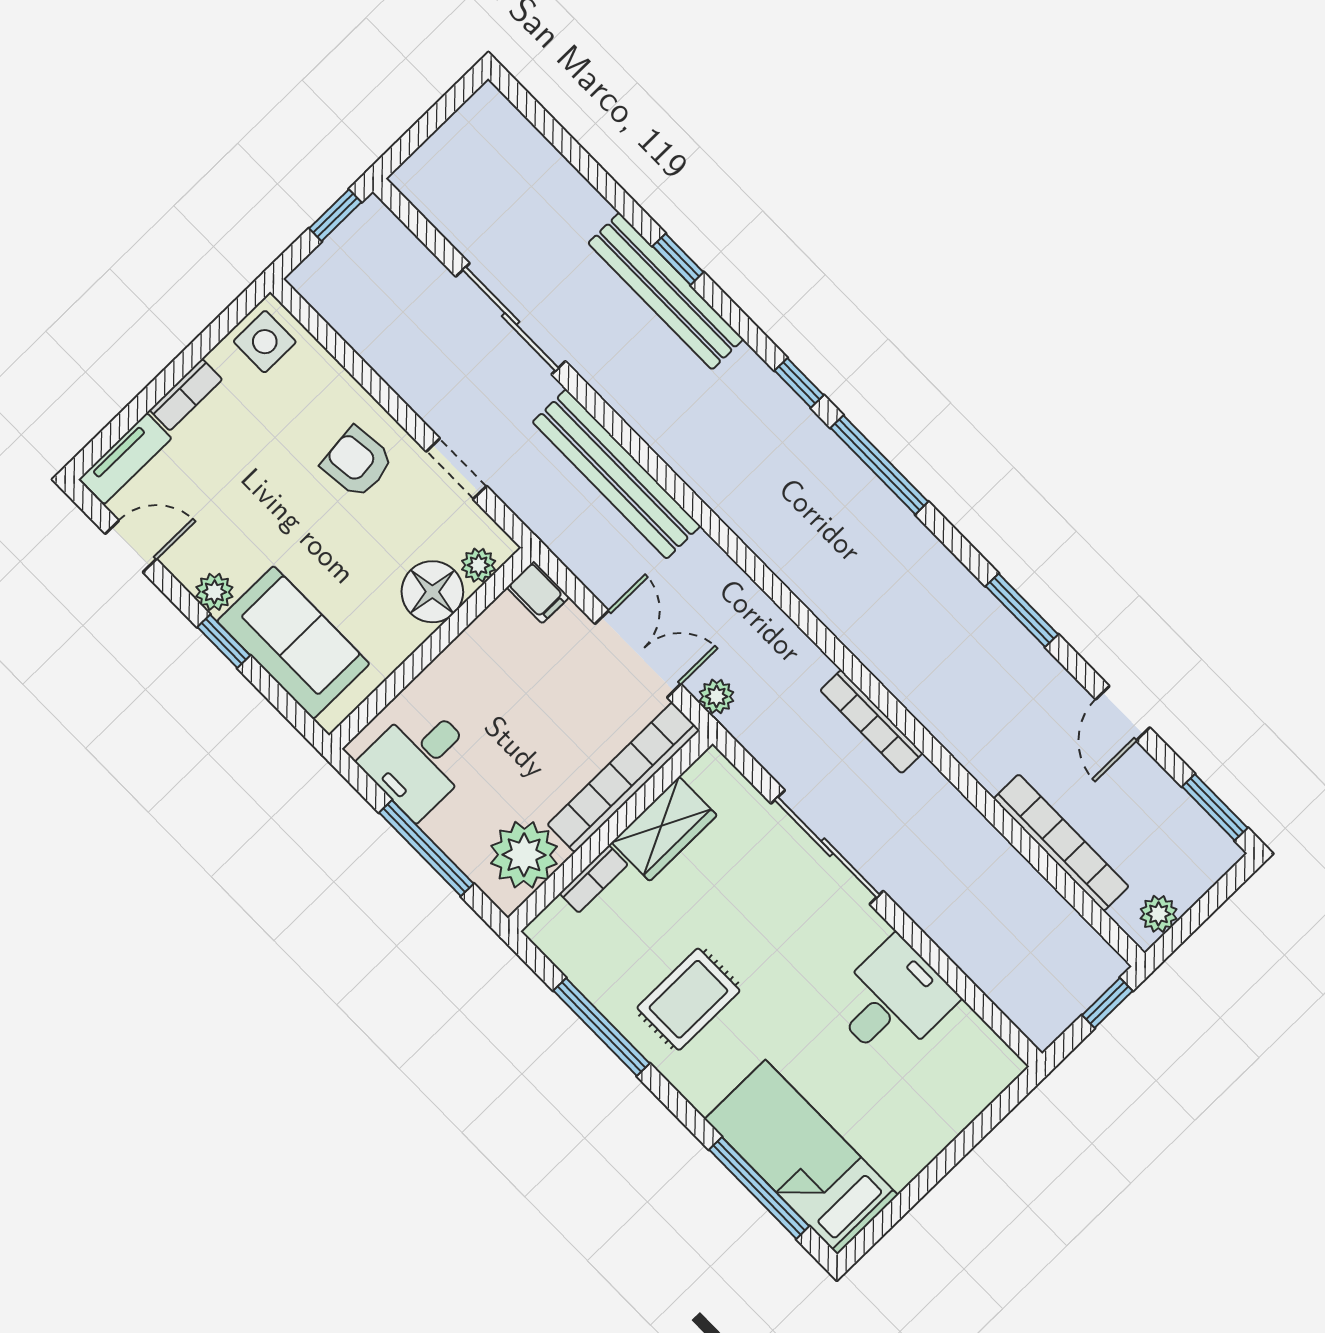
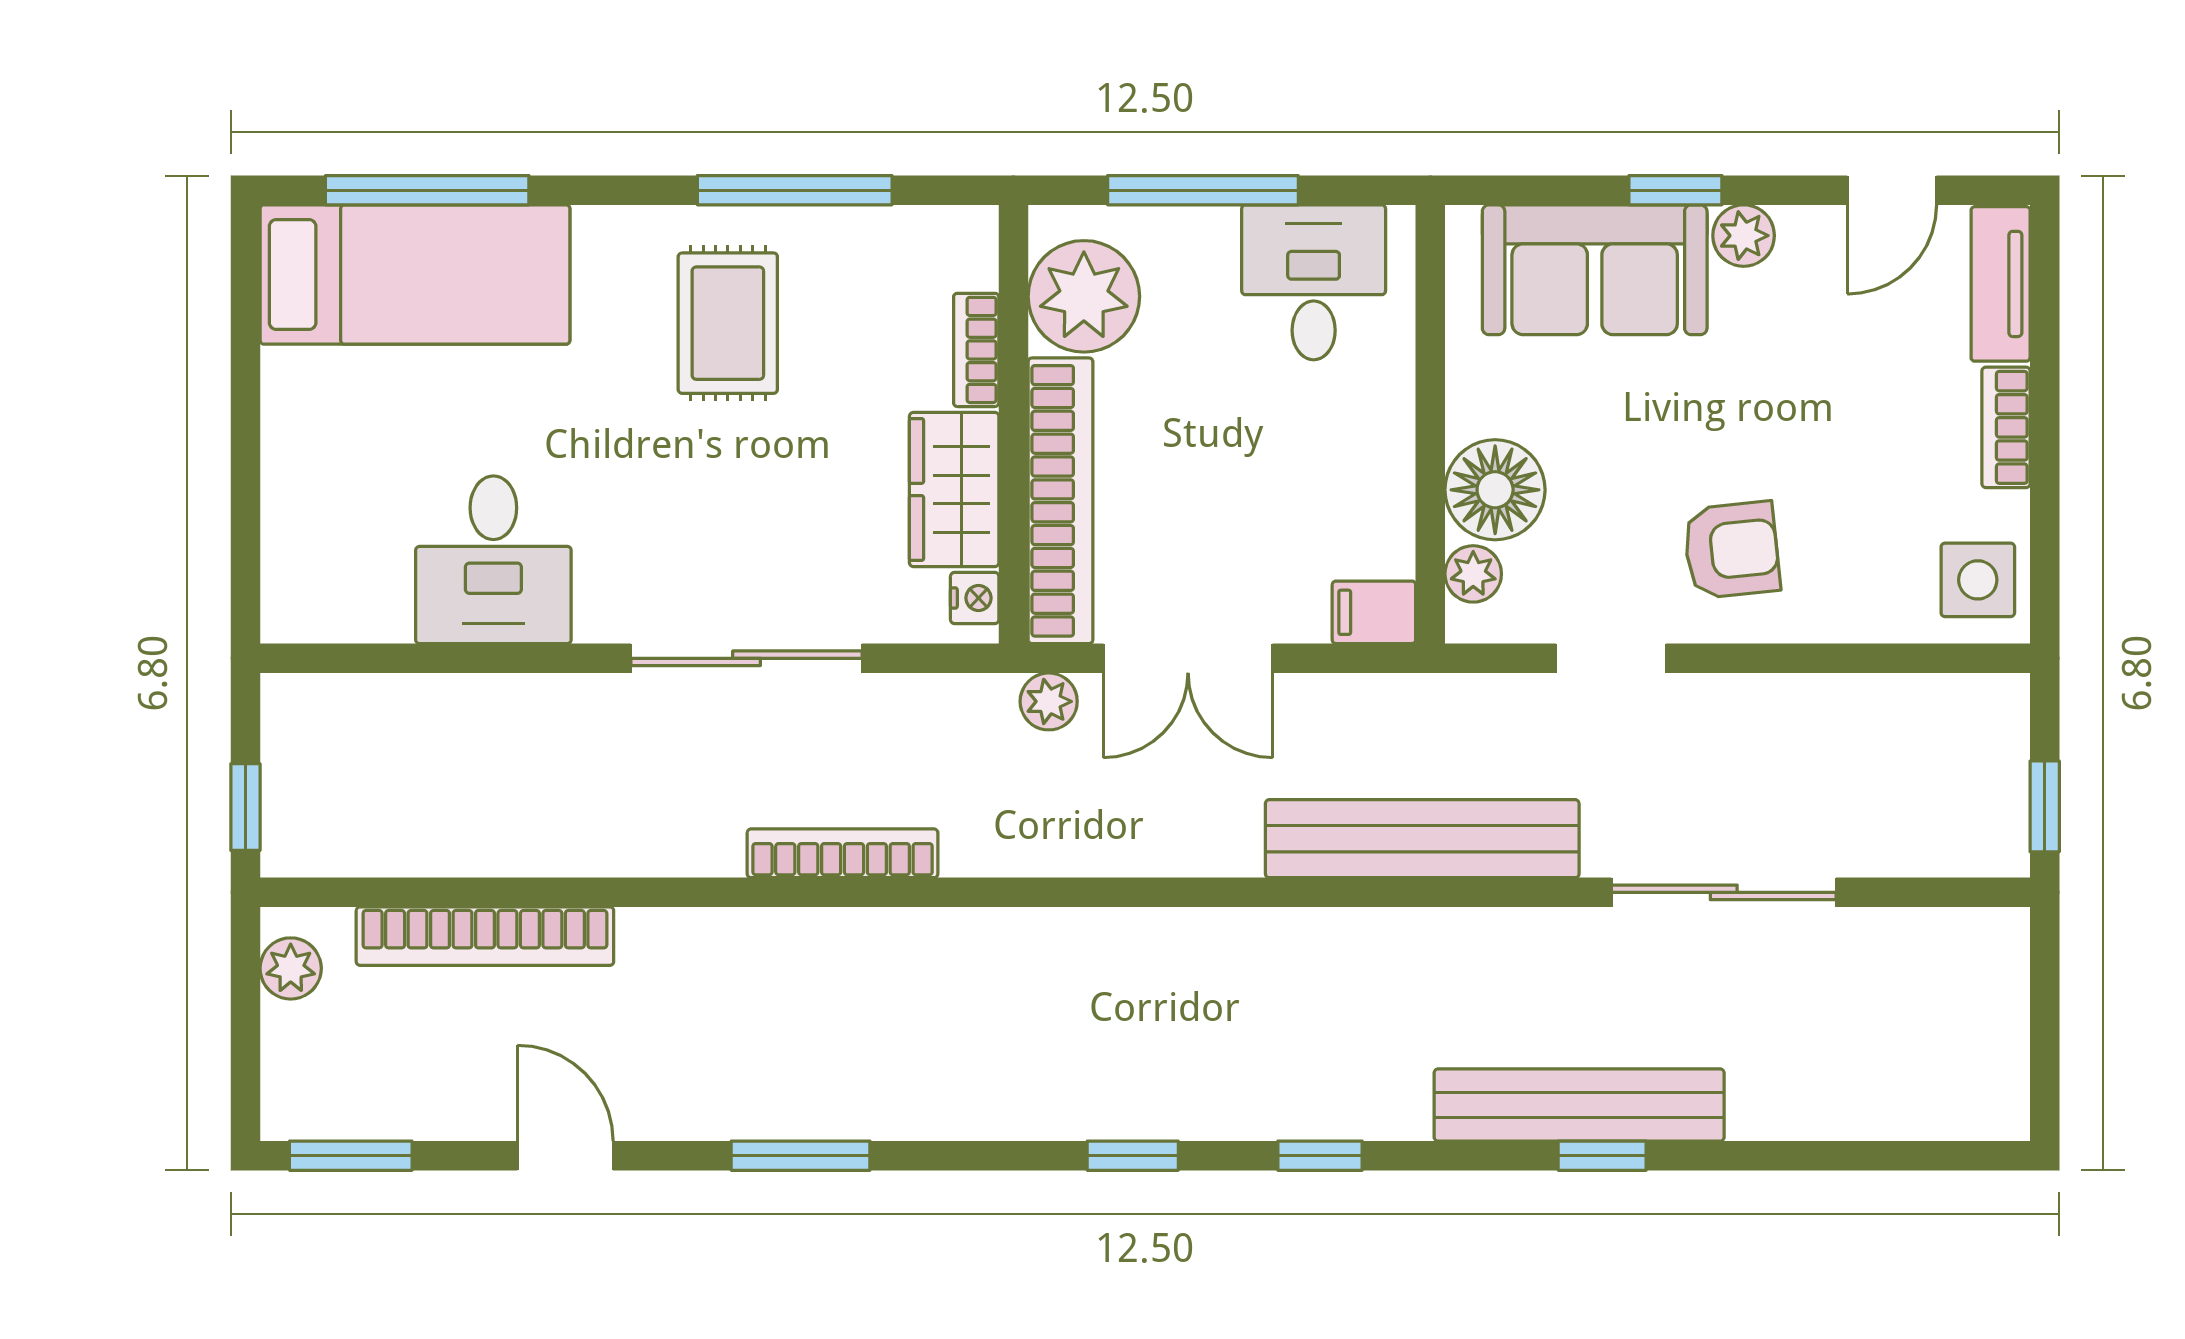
window: (879, 465) -> (1133, 1156), width x0.46
nightstand: (703, 773) -> (975, 598), added

